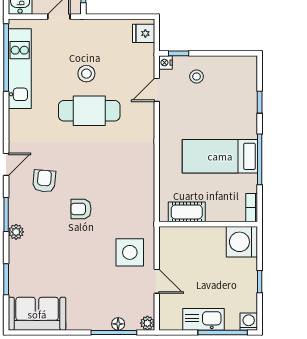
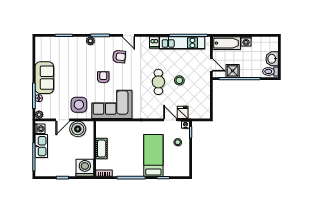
fridge: (144, 33) -> (183, 112), moved
cafe table: (89, 111) -> (158, 82), width x0.73, depth x0.74
dishwasher: (19, 118) -> (154, 42), added
bed: (220, 156) -> (153, 155), moved
corner sofa: (129, 194) -> (112, 104), added
cot: (187, 212) -> (102, 149), moved
boiler: (173, 254) -> (78, 129), added
sofa: (37, 314) -> (44, 78), moved
washing machine: (249, 322) -> (40, 129), moved

